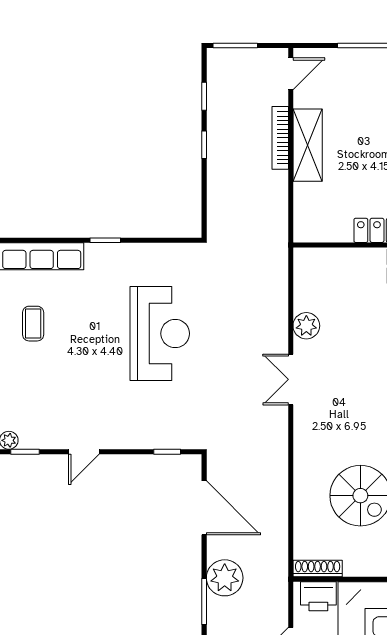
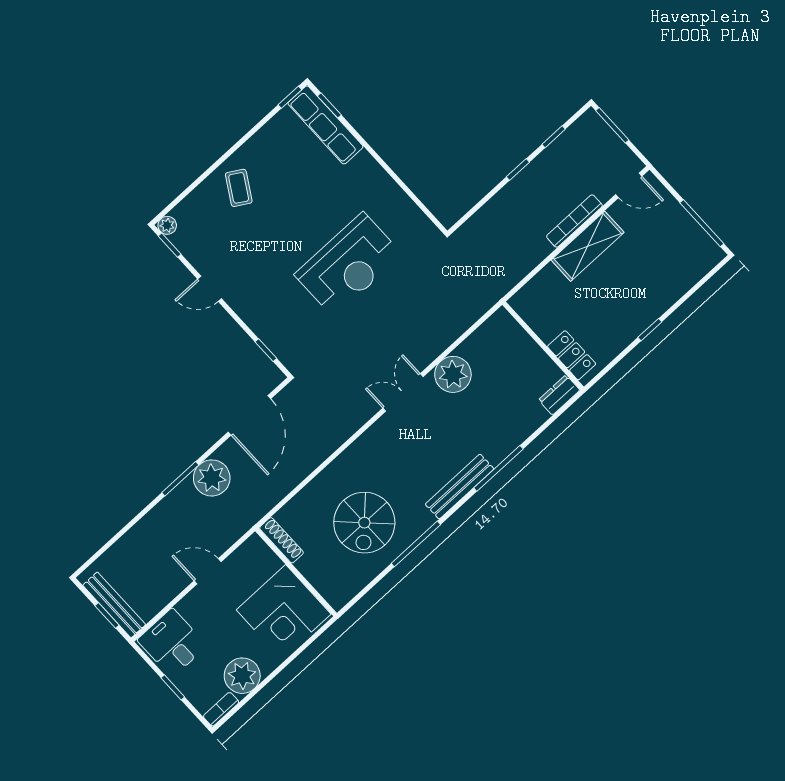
window: (105, 240) -> (329, 105), moved
coffee table: (33, 324) -> (239, 188), moved, turned -59
plant: (306, 326) -> (453, 374), width x1.36, depth x1.36
printer: (318, 596) -> (262, 560), removed

